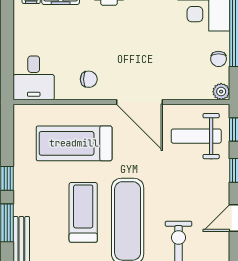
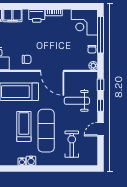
weight bench: (196, 136) -> (77, 101), moved

